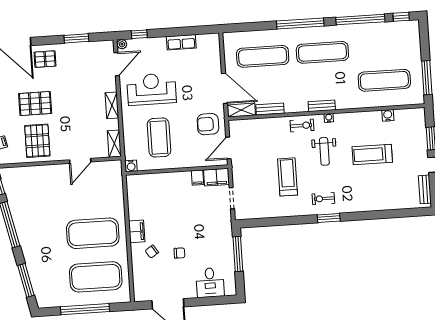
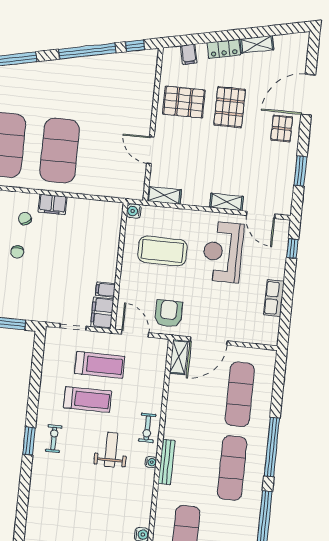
plant: (122, 44) -> (284, 225), removed
reception desk: (151, 89) -> (223, 252), turned 180
shelving: (112, 105) -> (226, 202), moved
bench: (322, 106) -> (166, 462), width x1.36
bench: (270, 109) -> (174, 392), removed
weight bench: (324, 151) -> (111, 450), turned 90
treadmill: (372, 154) -> (100, 365), moved, turned 90

